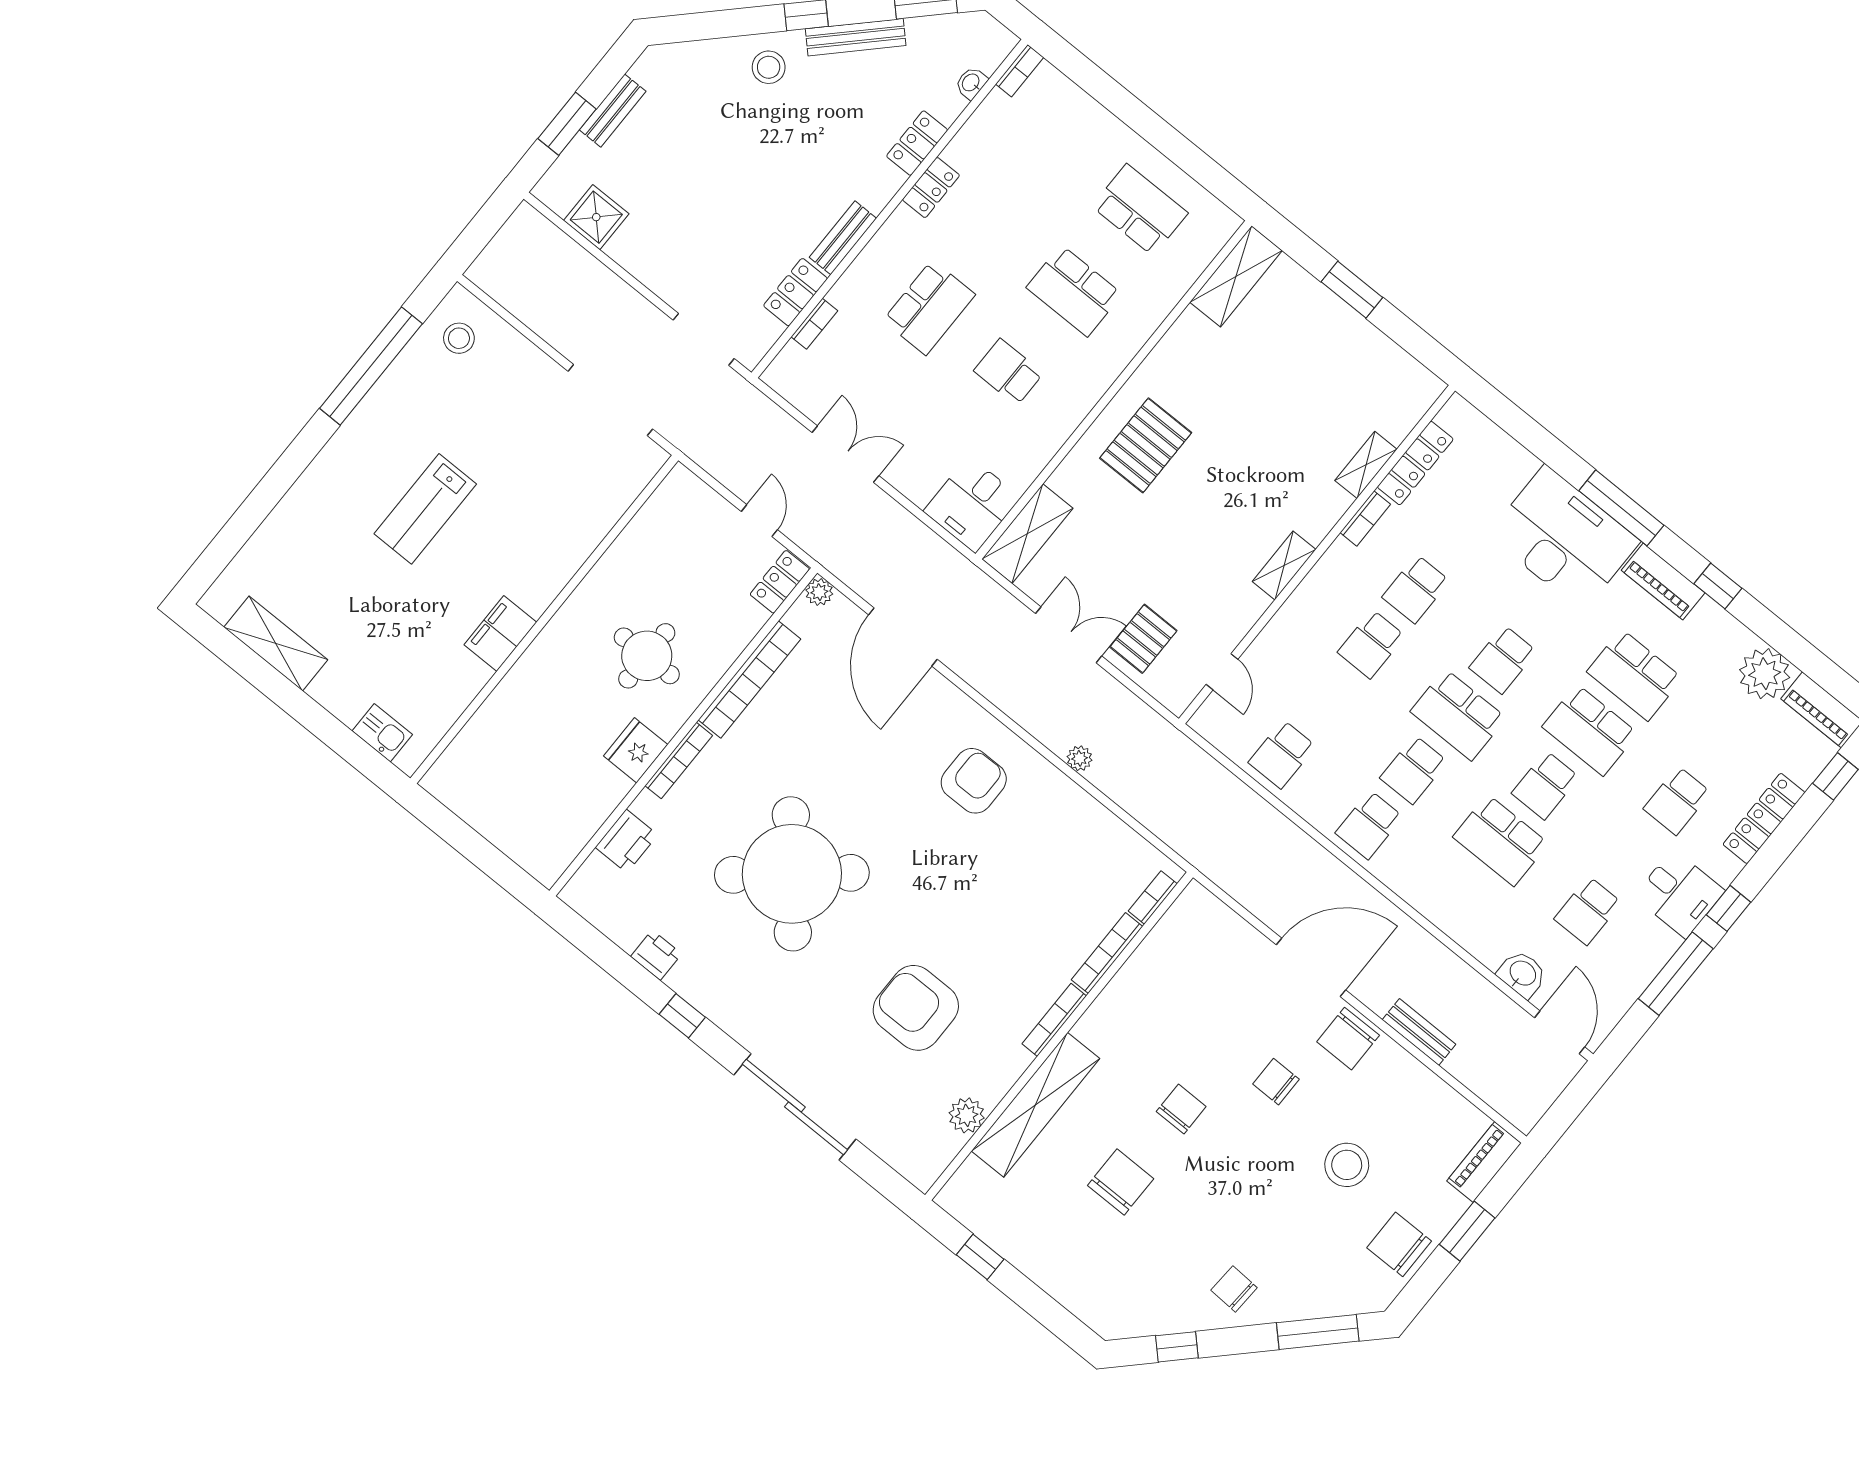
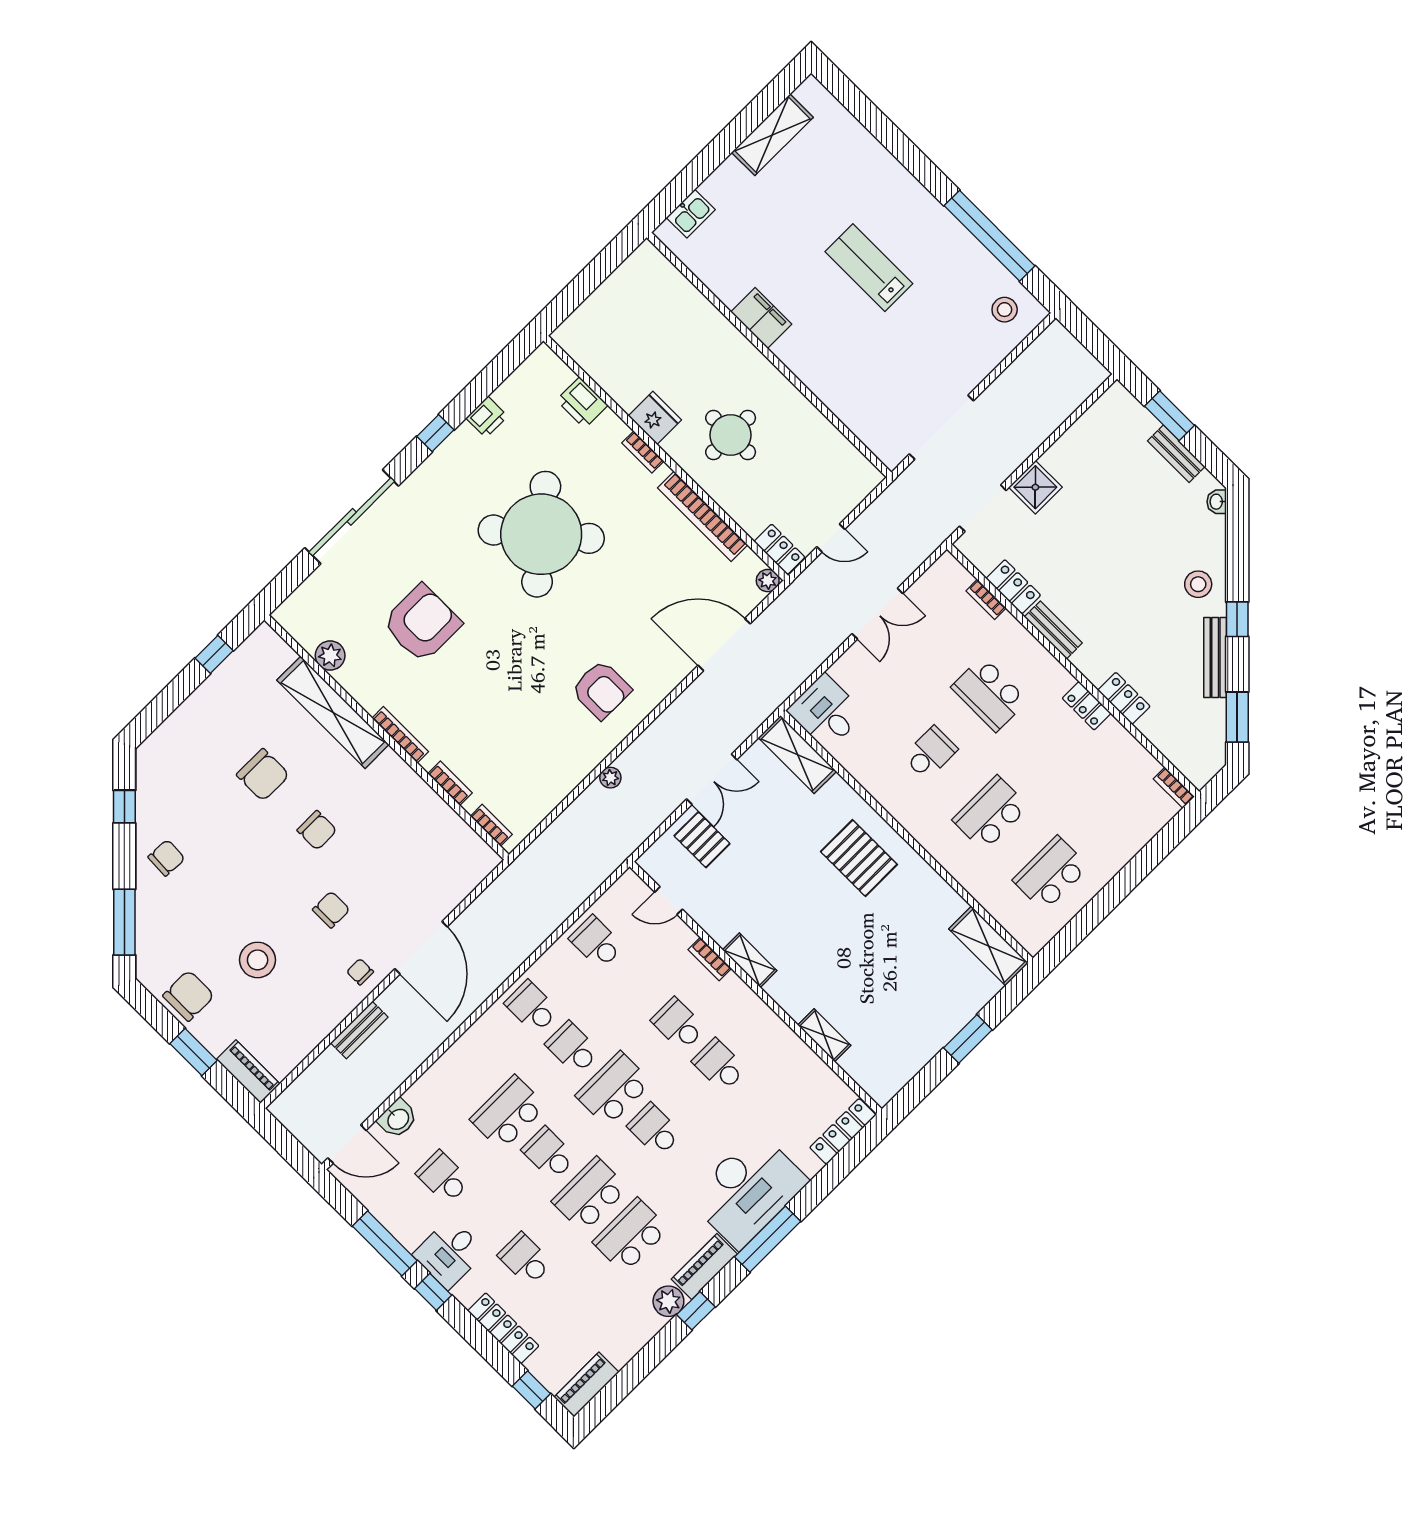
washbasin: (971, 83) -> (1217, 502), moved, turned -135
school desk: (1140, 210) -> (1051, 874), turned 180
shower: (596, 217) -> (1035, 487), moved
locker: (1415, 463) -> (843, 1131), moved, turned 90
bookcase: (1365, 518) -> (710, 959), moved
plant: (1765, 674) -> (668, 1301), moved, width x0.73, depth x0.73
bookcase: (679, 760) -> (643, 452), width x0.64
bookcase: (1107, 953) -> (450, 783), width x0.64
chair: (1348, 1039) -> (360, 972), width x0.54, depth x0.54

